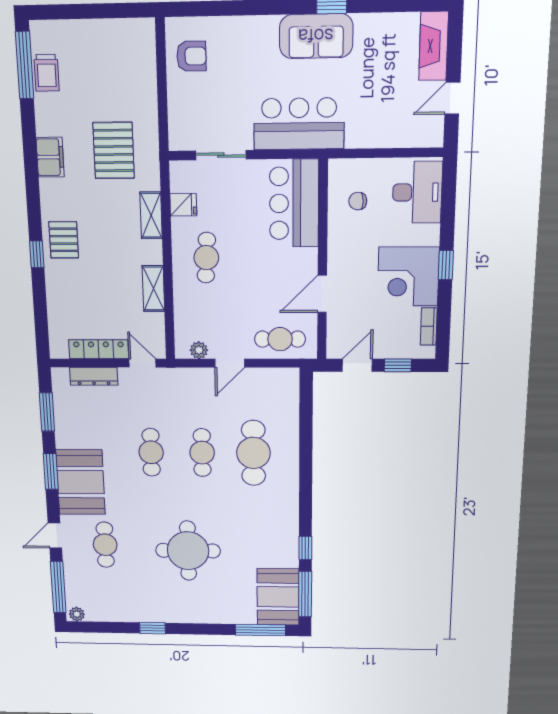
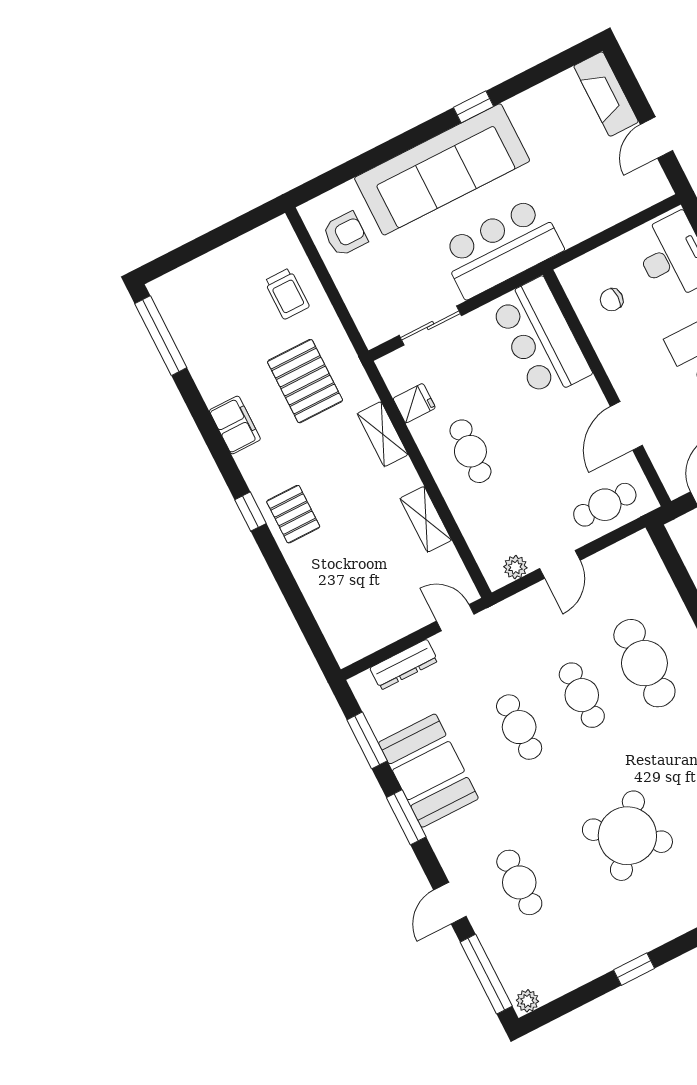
sofa: (316, 36) -> (442, 169), width x1.85, depth x1.27
trolley: (47, 73) -> (287, 294), moved
window: (37, 254) -> (250, 512), moved
locker: (99, 349) -> (395, 627), removed
booth: (81, 482) -> (428, 771), moved
round table: (188, 551) -> (627, 836), turned 37

